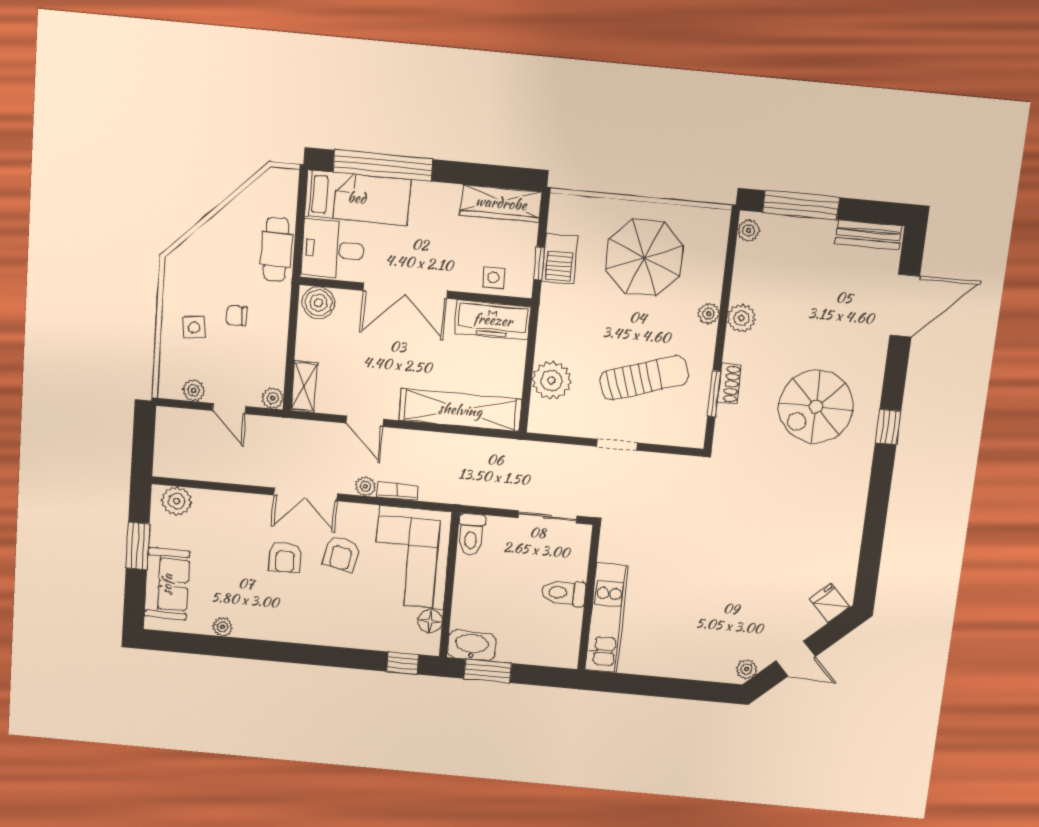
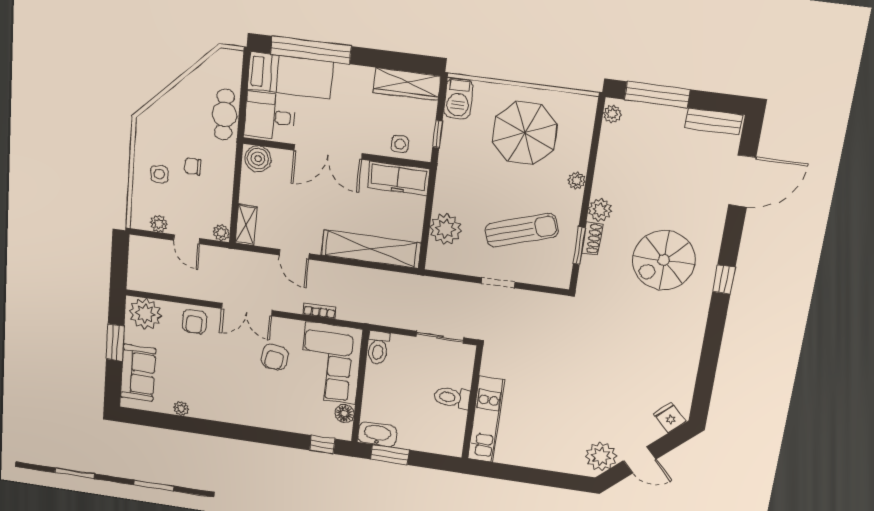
barbecue: (560, 259) -> (458, 98), moved
plant: (741, 318) -> (600, 210), moved
plant: (365, 486) -> (294, 306), removed
plant: (177, 501) -> (145, 314), width x1.36, depth x1.36
armchair: (285, 557) -> (194, 322), moved
plant: (747, 669) -> (601, 456), width x1.88, depth x1.88

